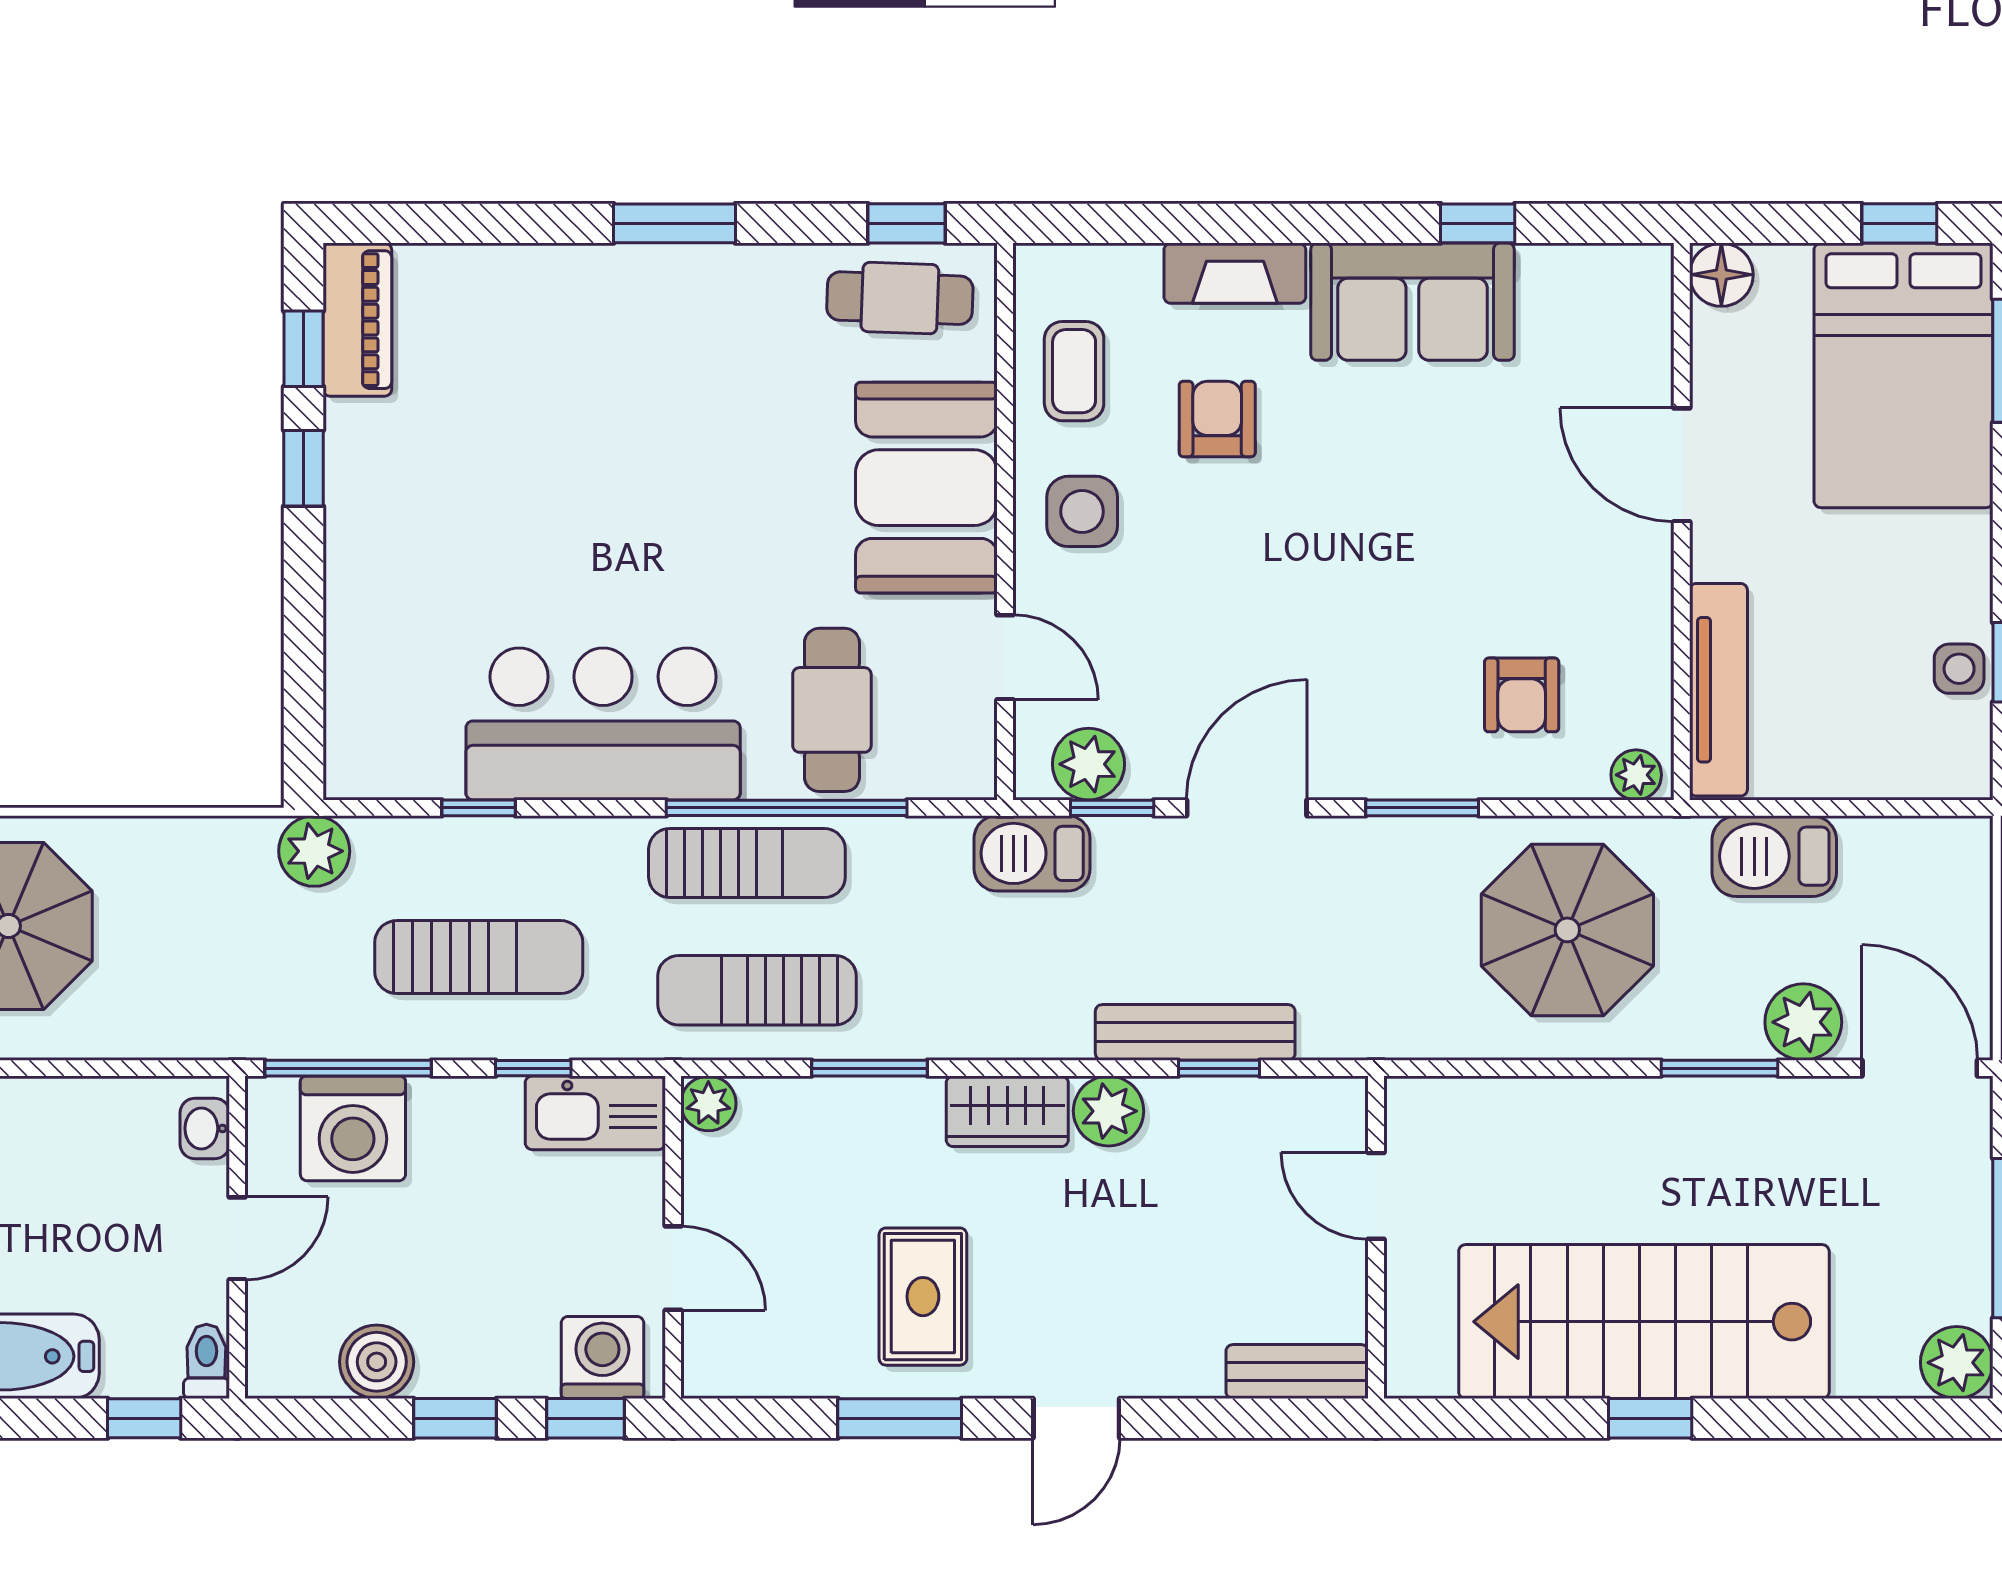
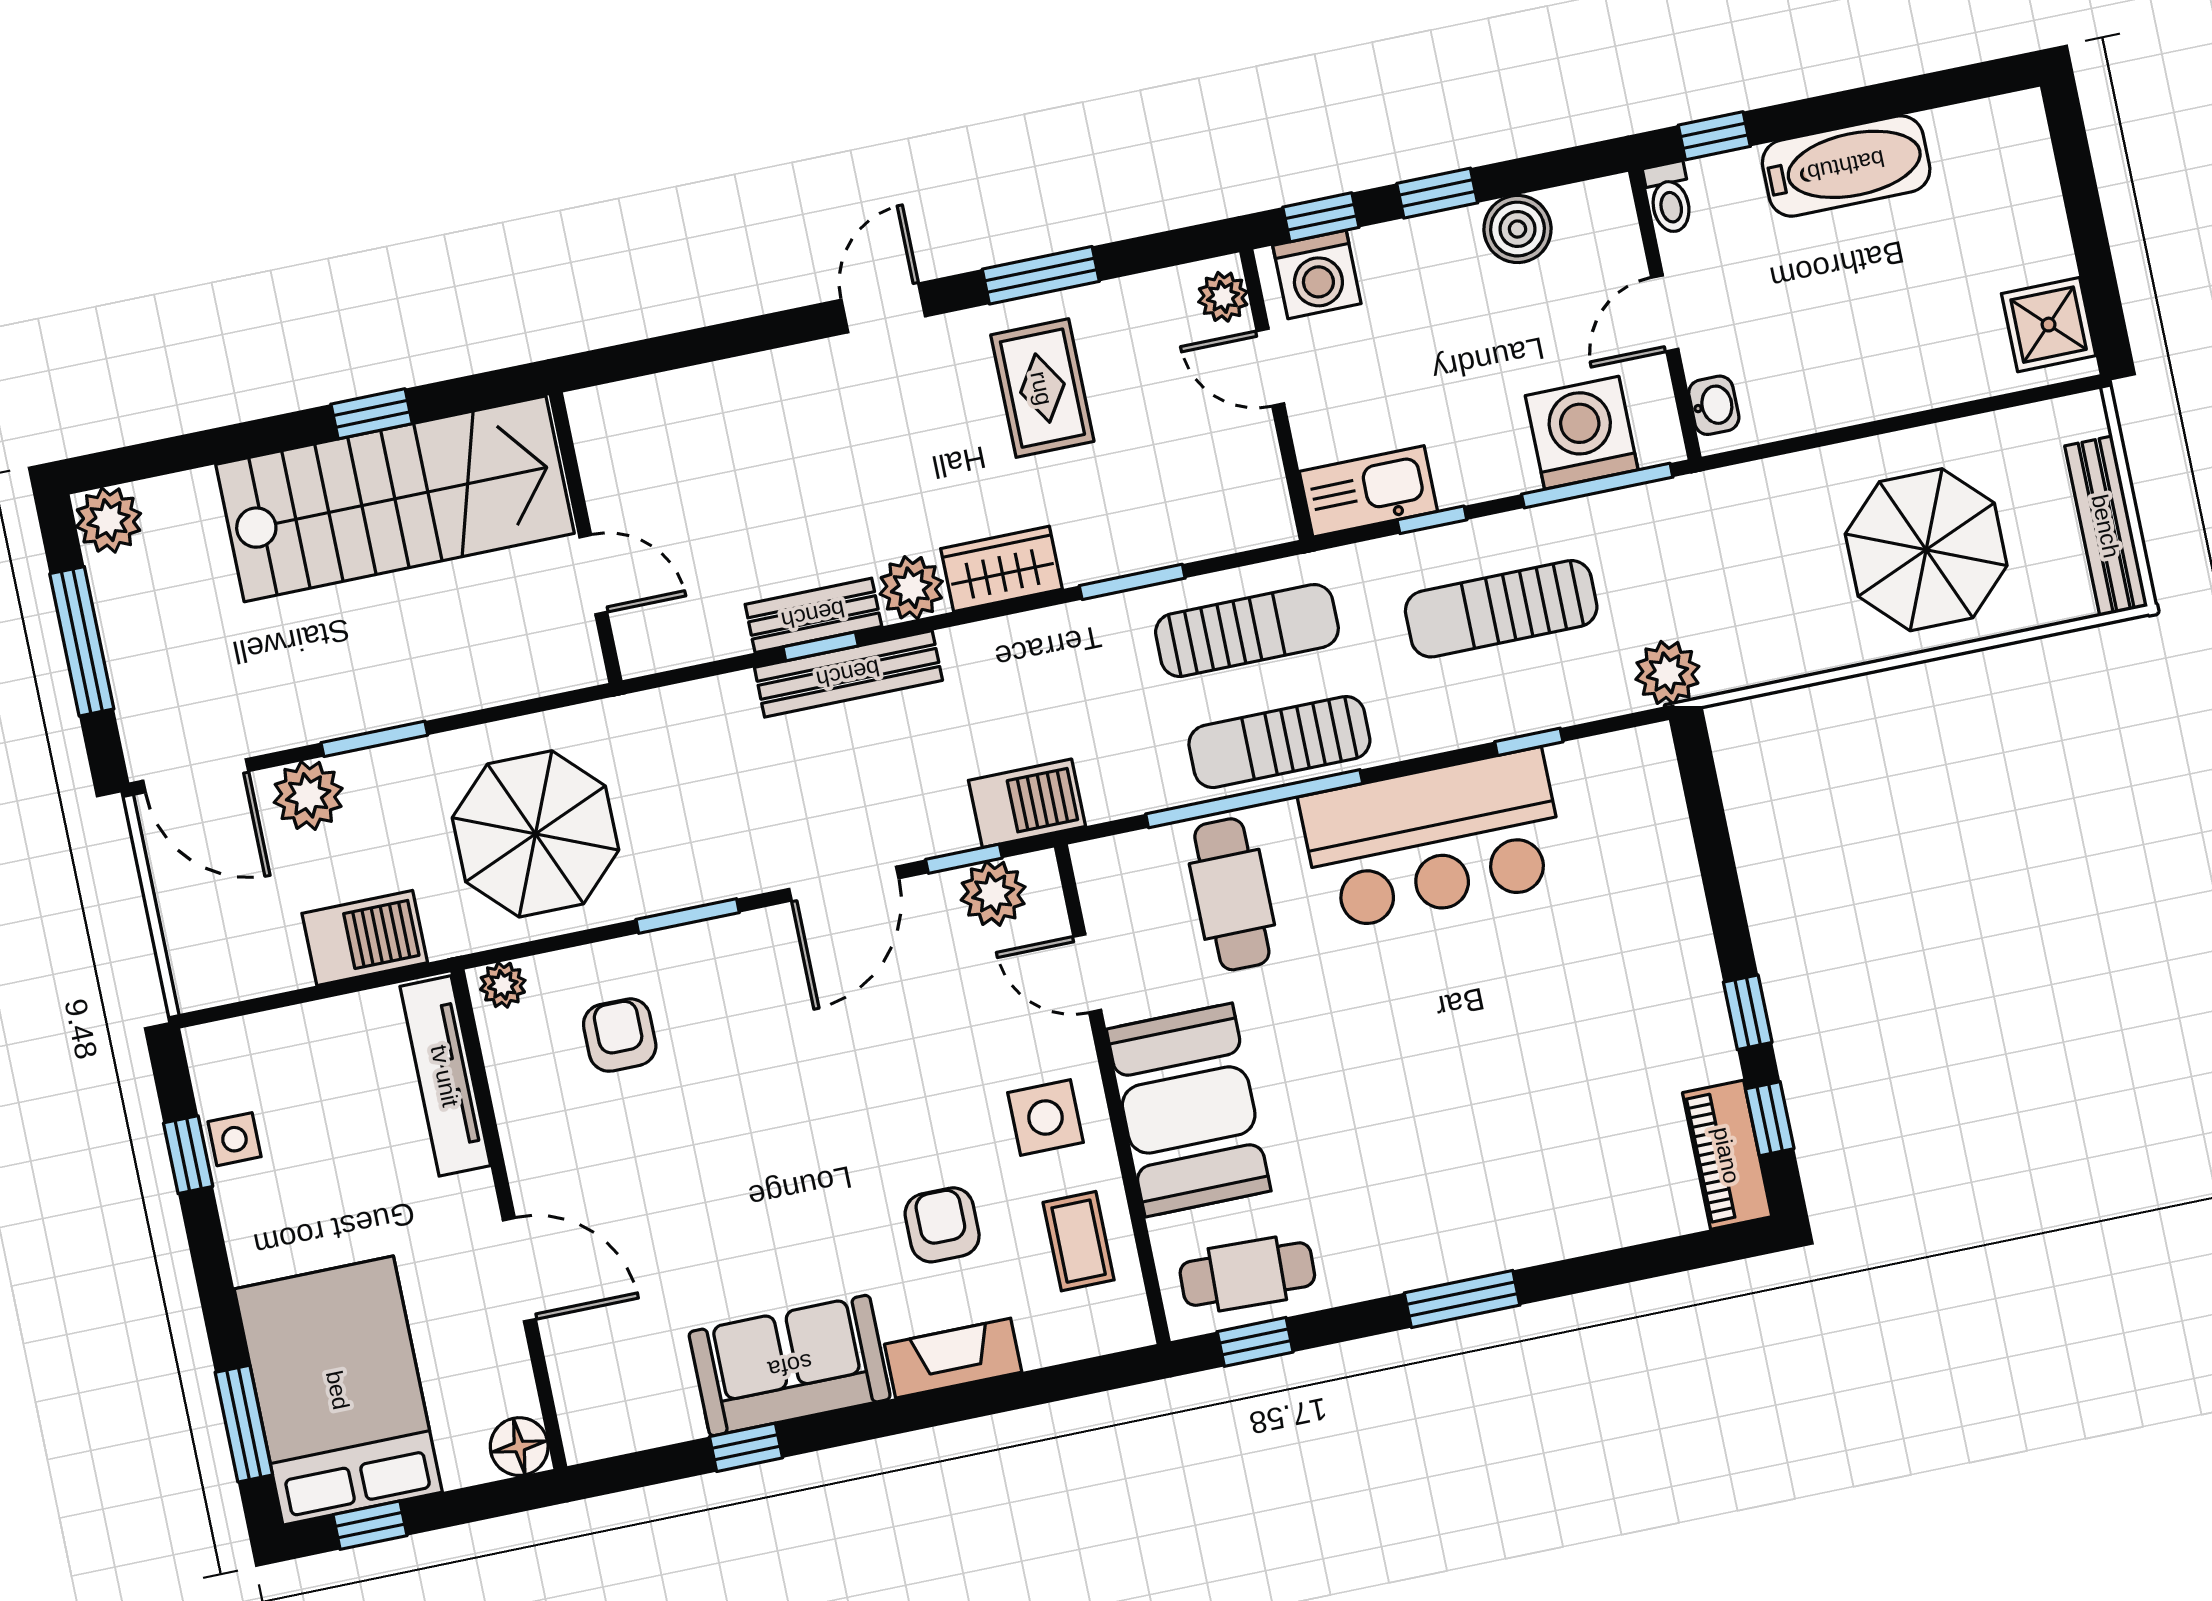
armchair: (1217, 419) -> (942, 1225), turned 180
plant: (708, 1103) -> (1223, 297), moved
door: (1376, 1196) -> (593, 575), moved
wall: (1376, 1237) -> (586, 538), moved
bench: (1297, 1372) -> (813, 615), moved

